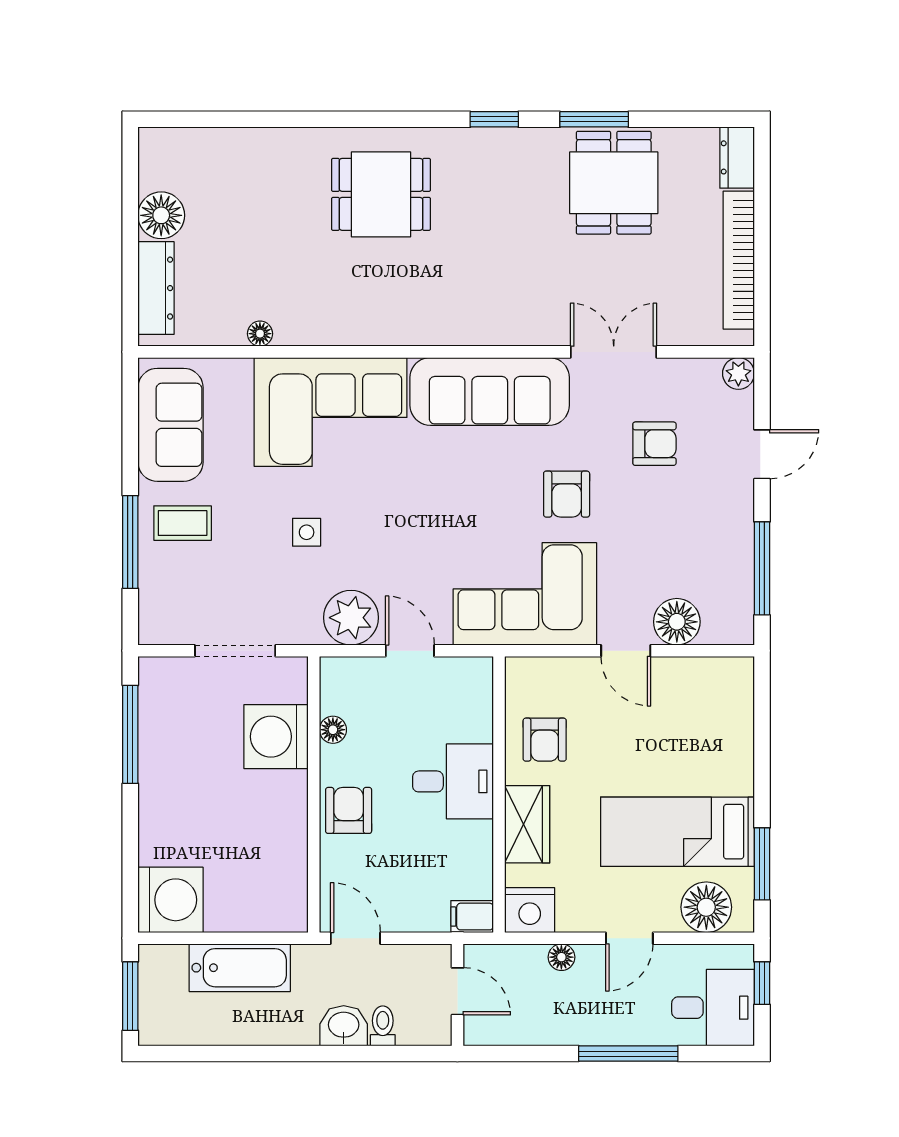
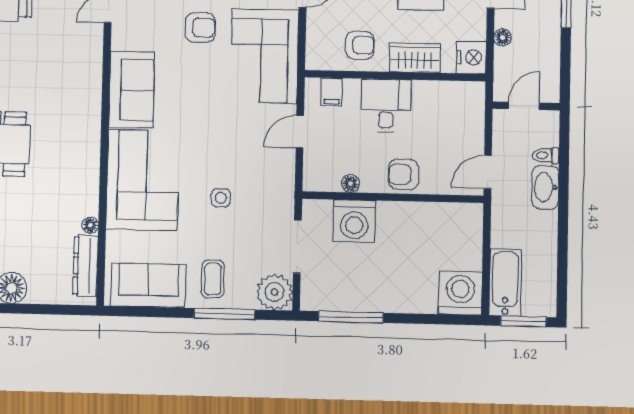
dresser: (156, 288) -> (86, 266), moved, turned -90
sofa: (490, 391) -> (132, 90), width x0.73
plant: (351, 618) -> (275, 292), moved
filing cabinet: (472, 917) -> (332, 92), moved
bathtub: (240, 968) -> (505, 283), moved
washbasin: (344, 1026) -> (545, 187), width x1.38

